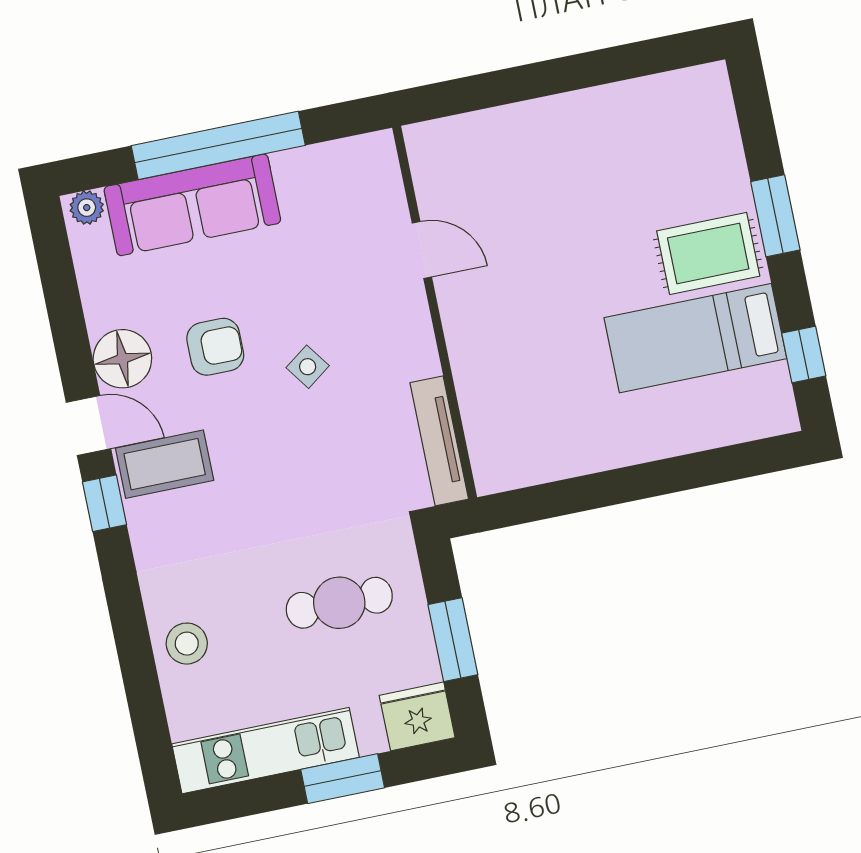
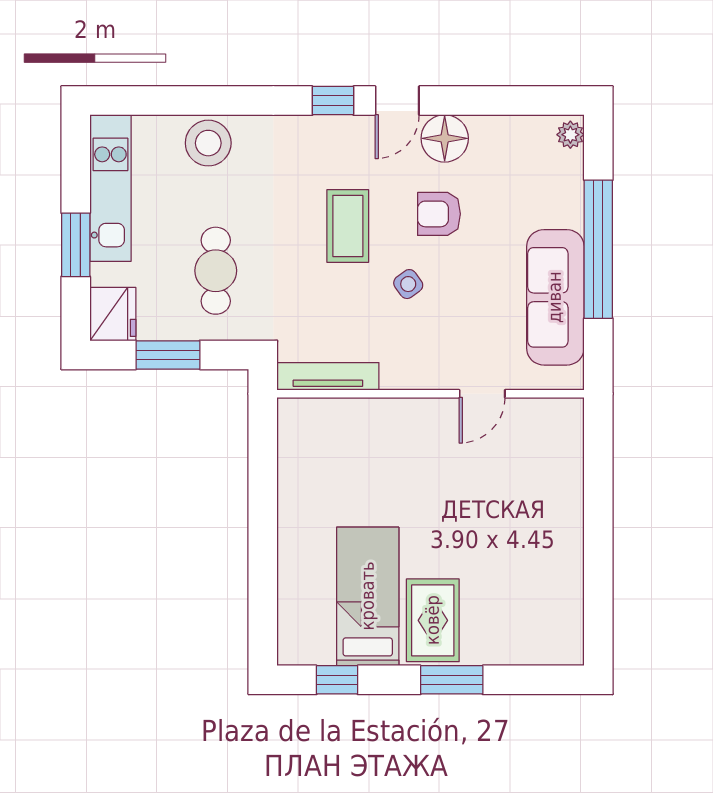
sofa: (192, 205) -> (555, 297), moved
armchair: (215, 347) -> (439, 214), turned 90
coffee table: (165, 464) -> (348, 226), moved
stool: (187, 644) -> (208, 143), width x1.38, depth x1.38

